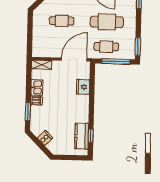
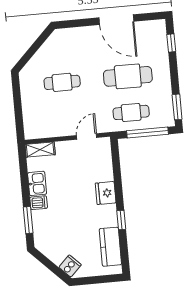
door: (74, 59) -> (87, 136), width x0.53
fridge: (83, 87) -> (106, 193), moved
window: (91, 136) -> (121, 220), moved
cooker: (45, 138) -> (70, 266), moved

